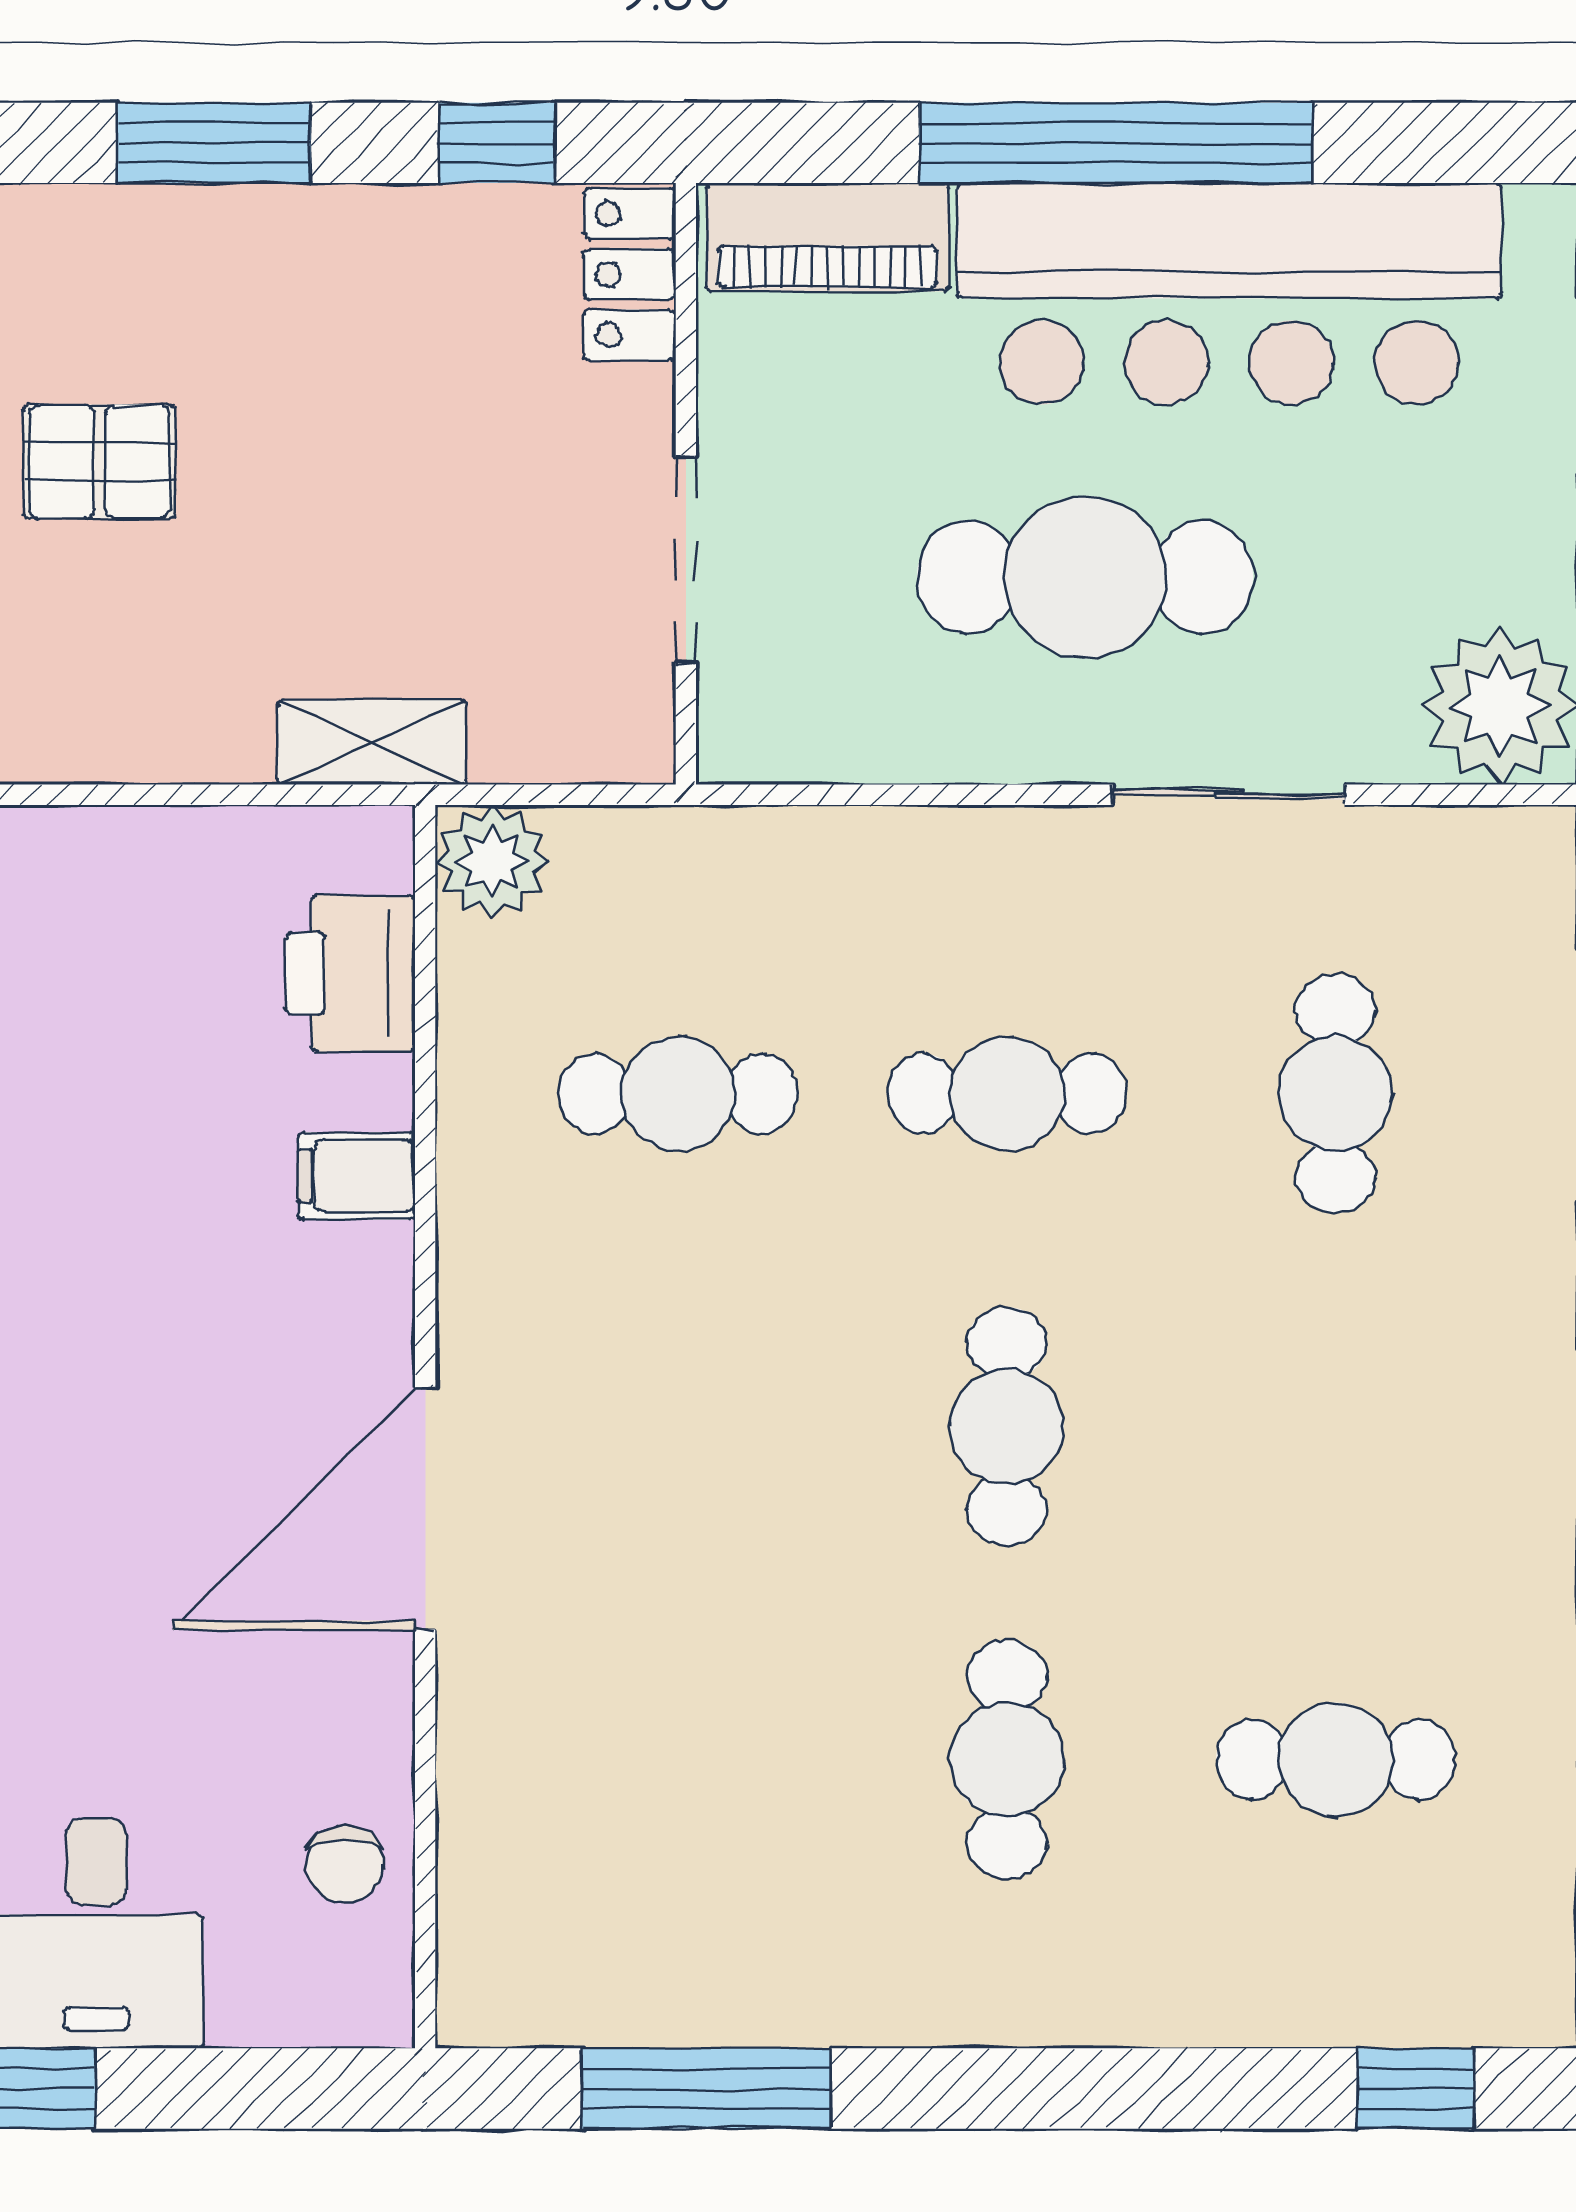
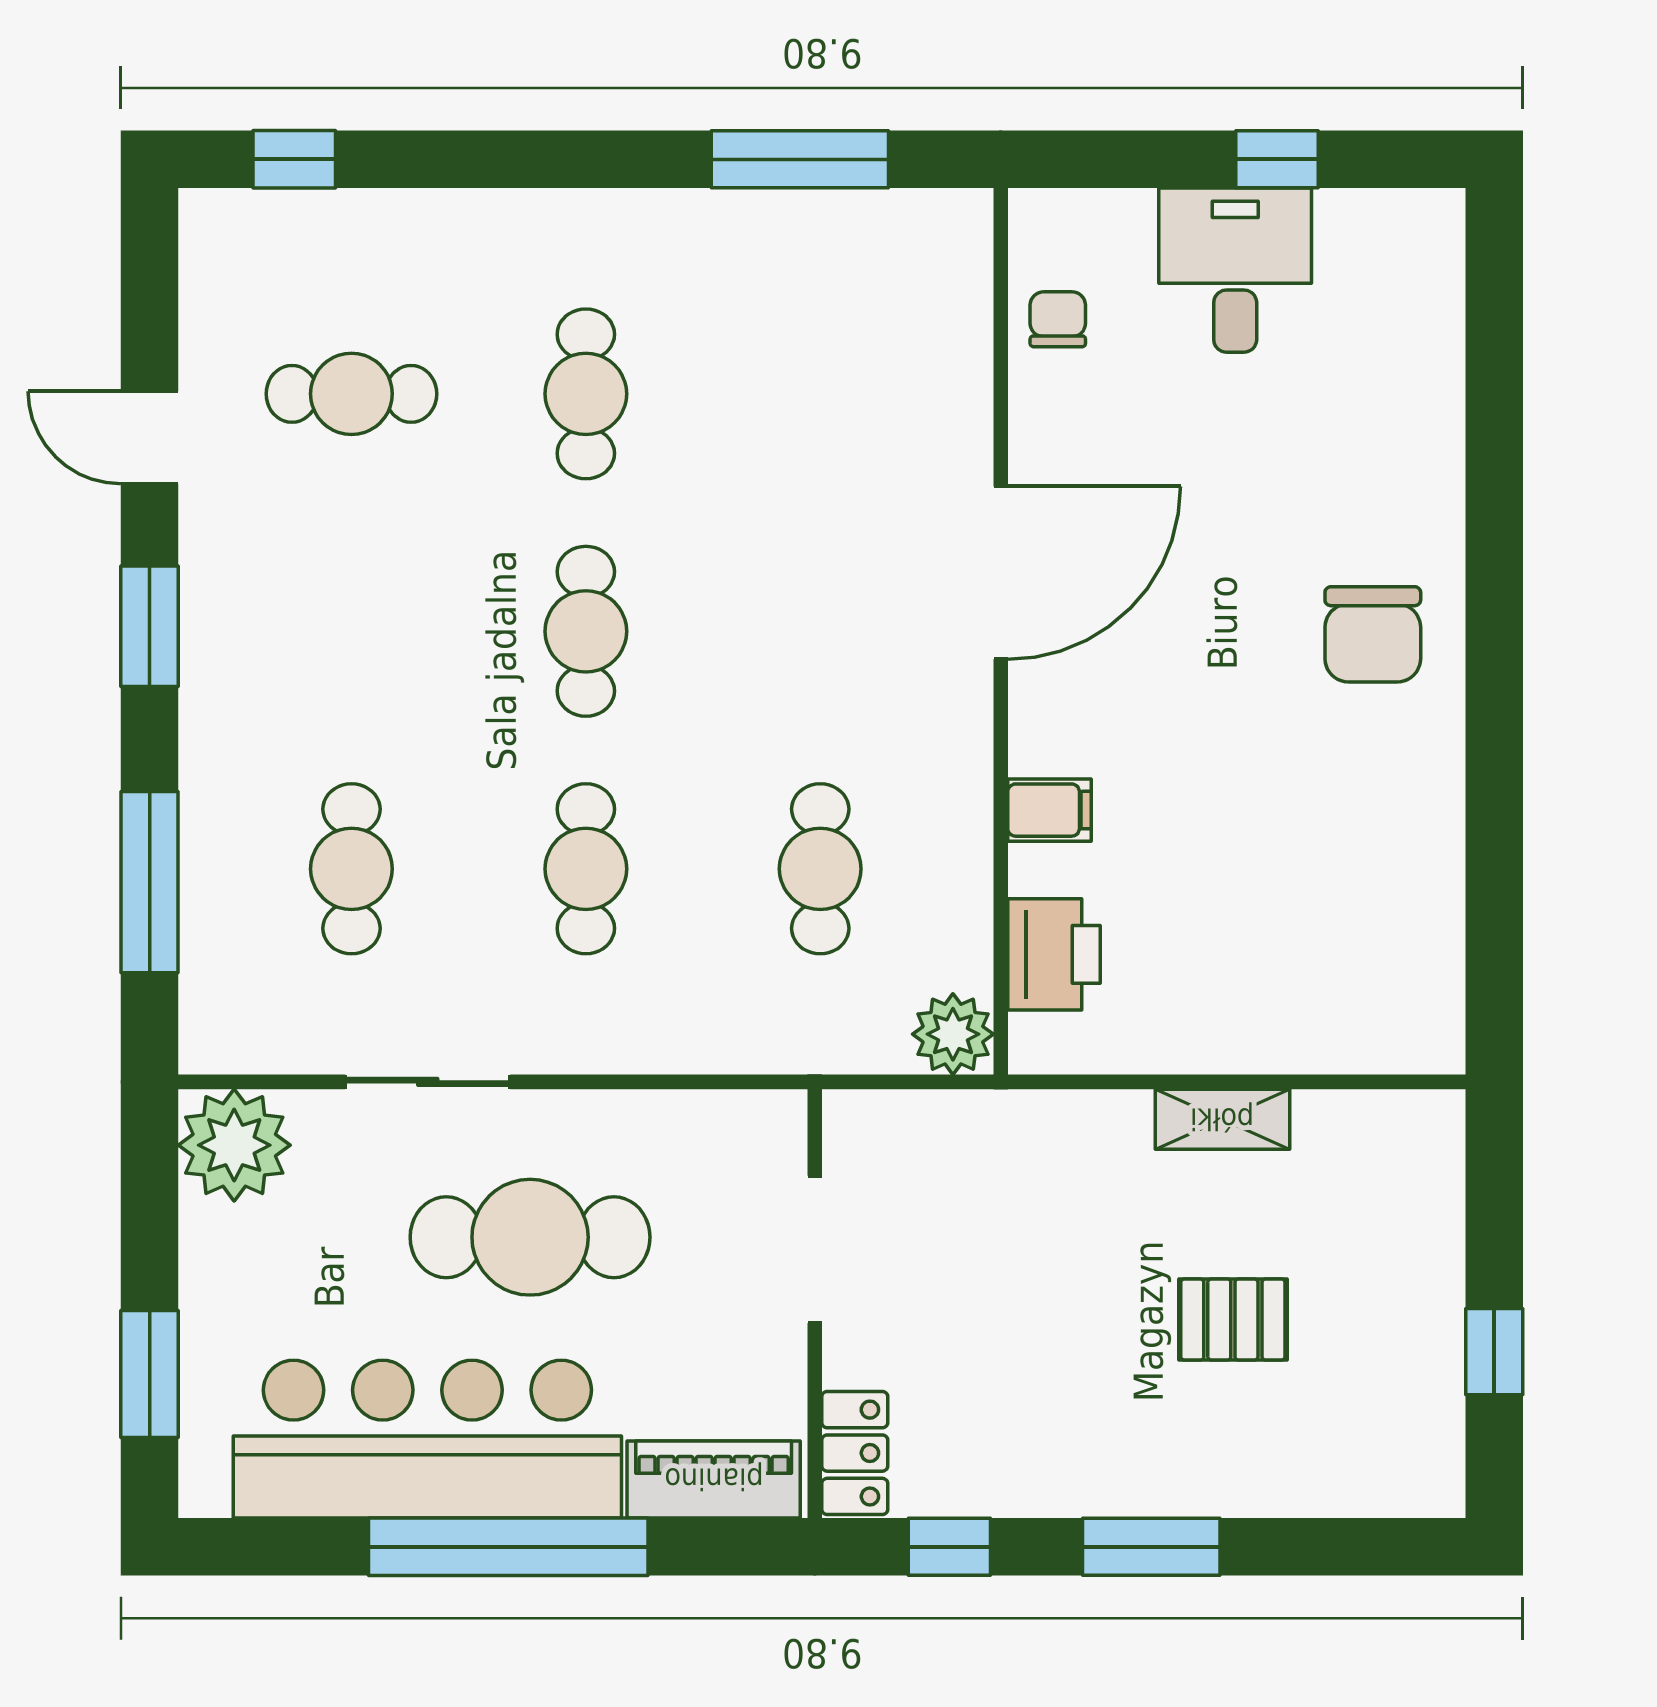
shelving: (372, 742) -> (1222, 1119), moved
cafe table: (678, 1094) -> (820, 869), turned 90
cafe table: (1007, 1094) -> (586, 869), turned 90

